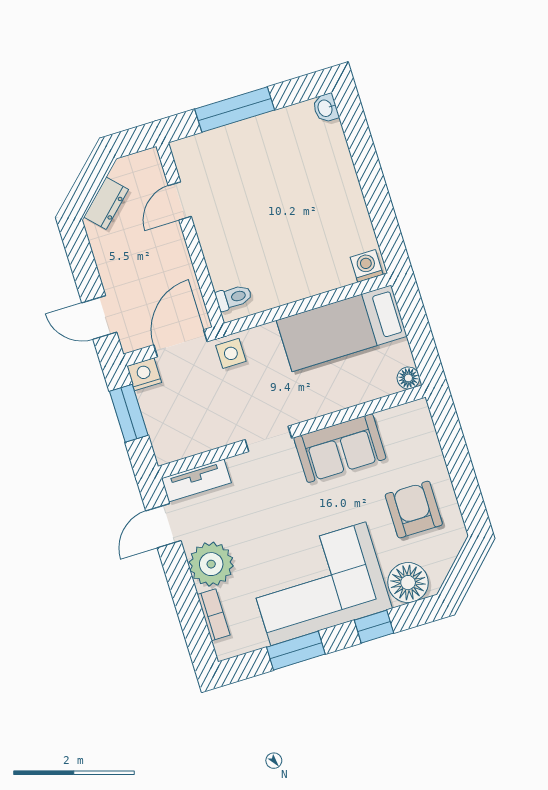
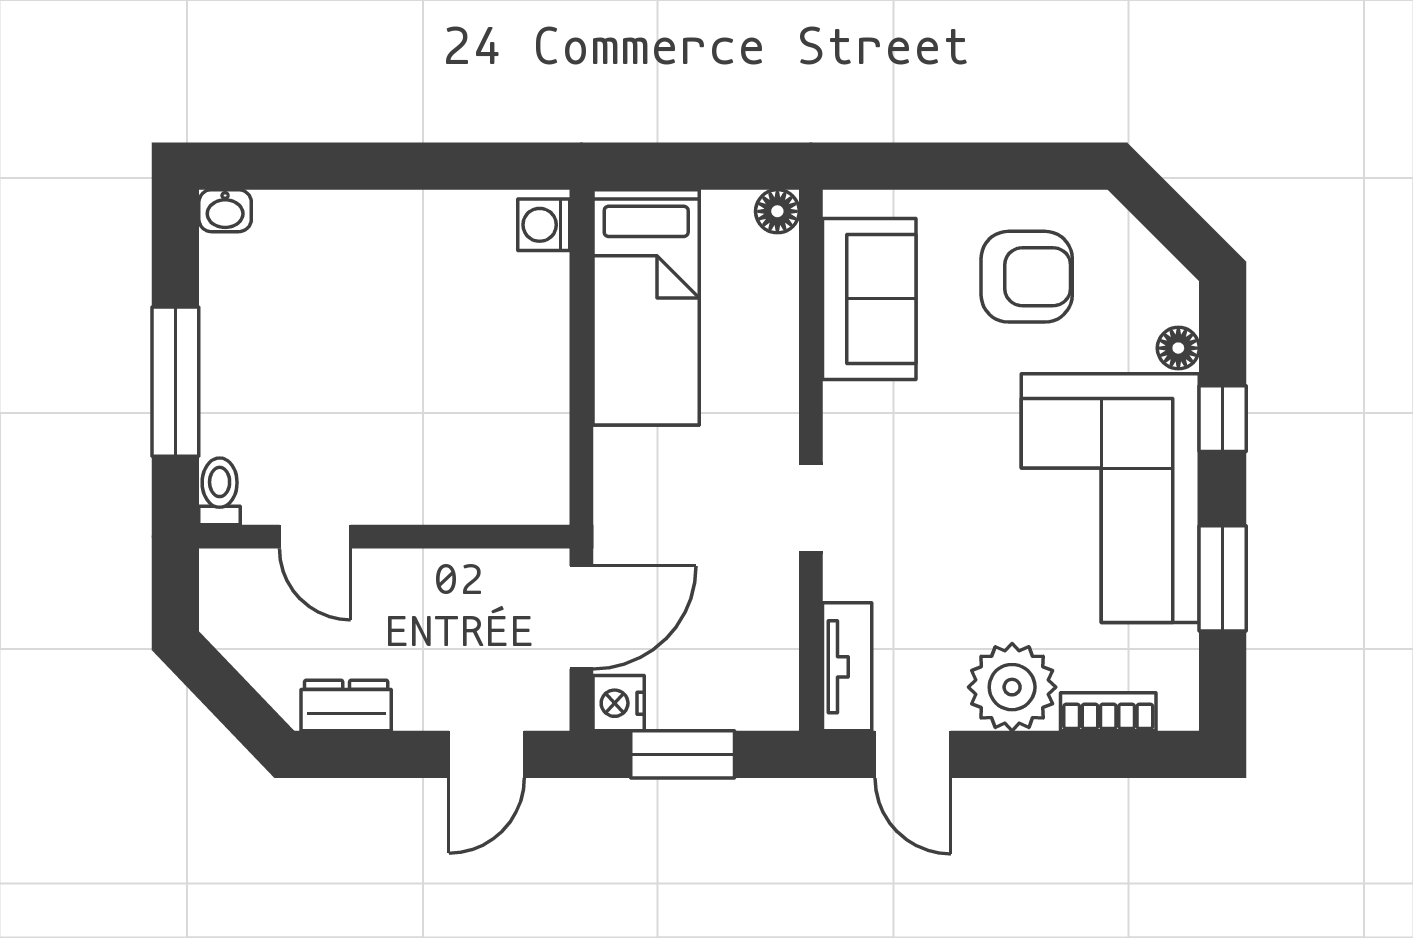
dresser: (106, 203) -> (346, 706), moved, turned -46
toilet: (234, 297) -> (220, 491), moved
door: (180, 343) -> (581, 617), swing flipped
side table: (231, 353) -> (629, 529), removed
sofa: (340, 448) -> (869, 299), moved
armchair: (414, 510) -> (1027, 277), turned 180
floor lamp: (408, 583) -> (1178, 348), width x0.53, depth x0.53

